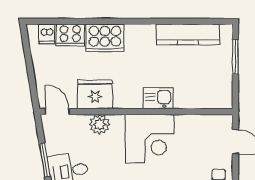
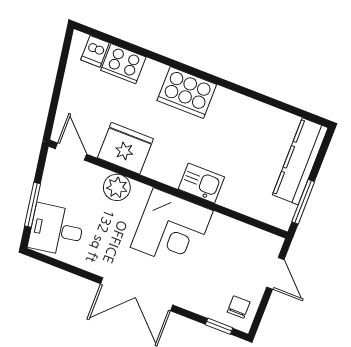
kitchen counter: (188, 34) -> (300, 161), moved, turned 90
cooker: (105, 38) -> (187, 92), moved
window: (235, 57) -> (303, 202), moved

